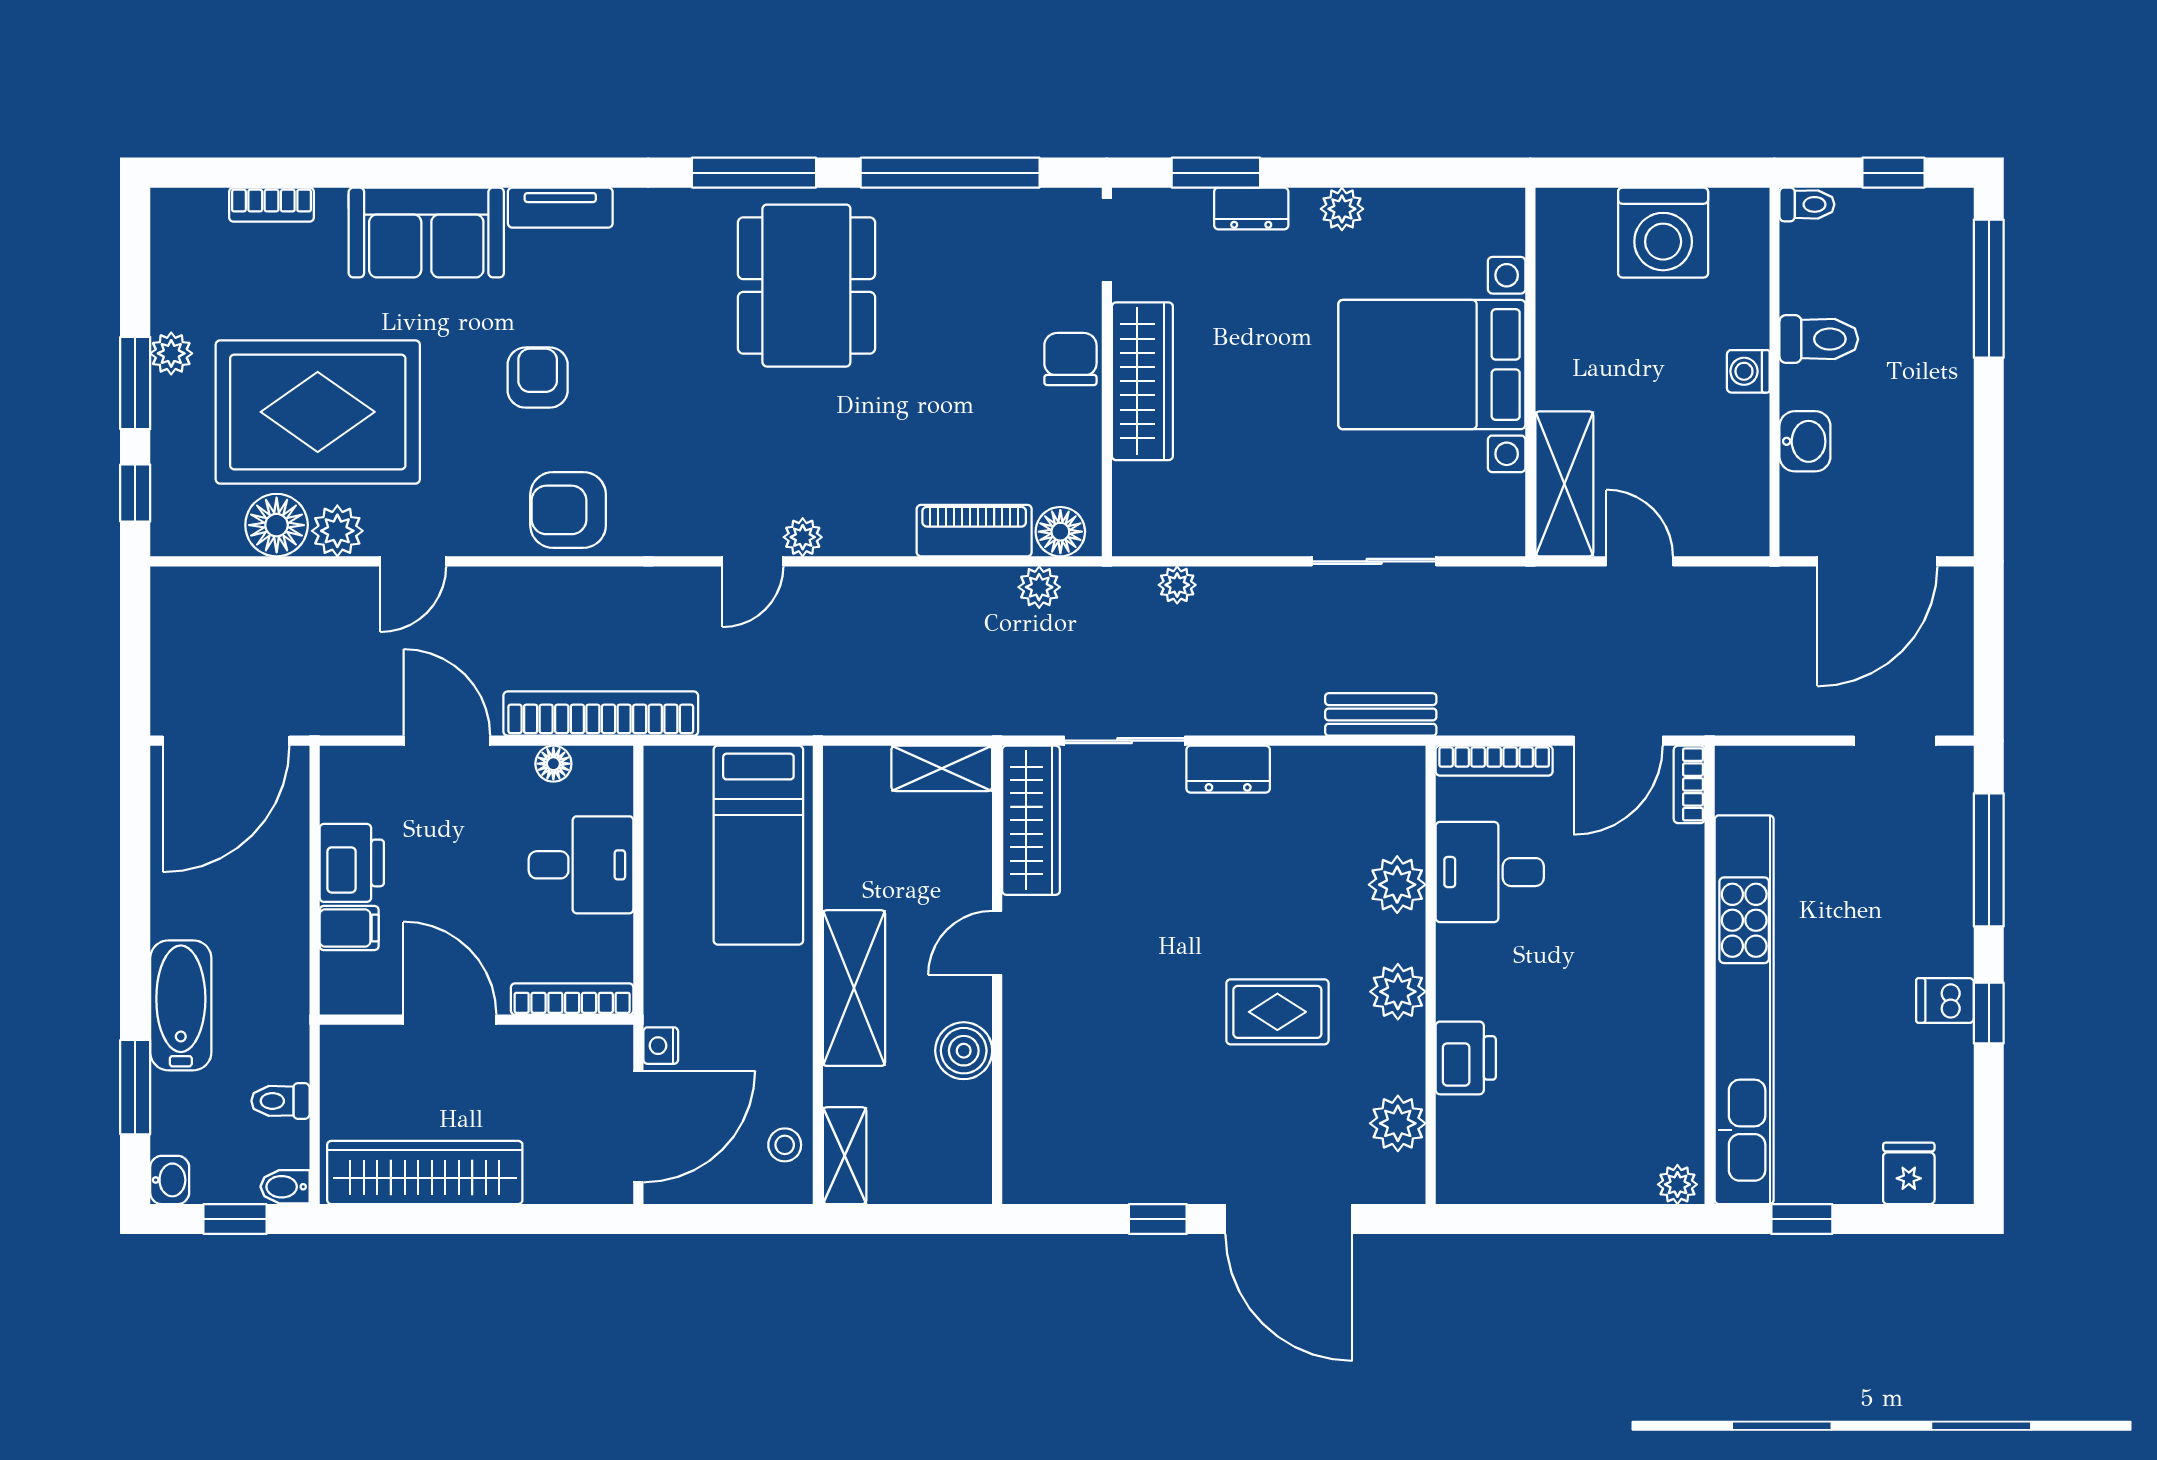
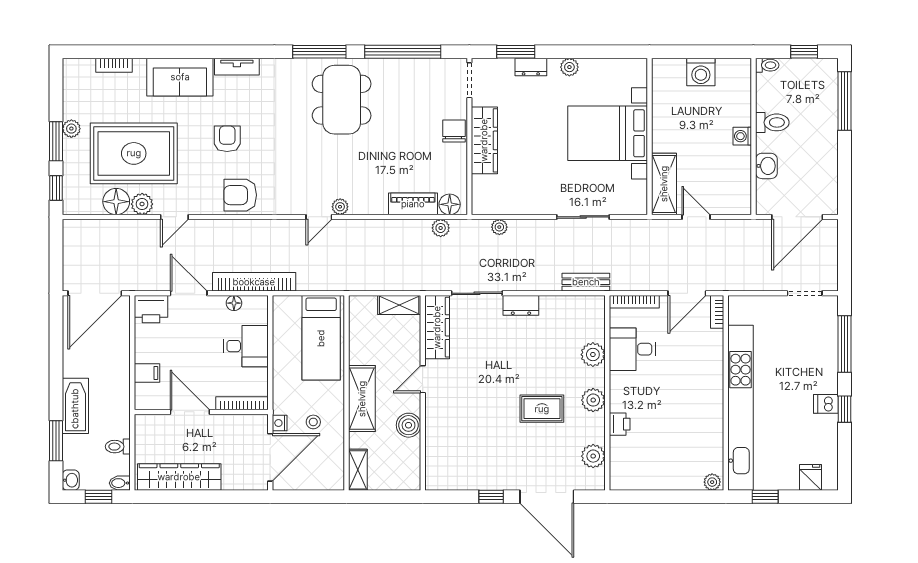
washing machine: (1663, 233) -> (701, 72), width x0.73, depth x0.73
printer: (352, 863) -> (151, 309), moved, turned 90
printer: (1466, 1058) -> (620, 424), width x0.73, depth x0.81
stool: (785, 1145) -> (313, 422), moved

